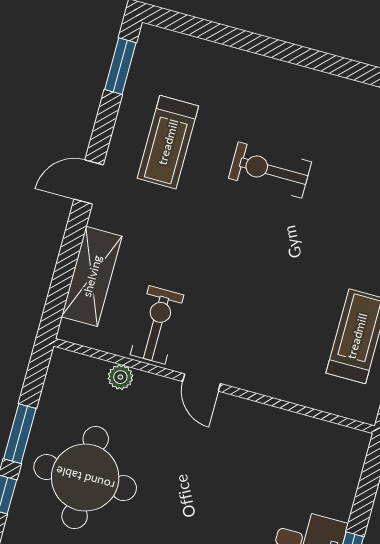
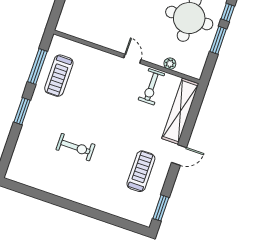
exercise bike: (270, 170) -> (75, 147), moved
shelving: (92, 276) -> (180, 111), width x1.47

